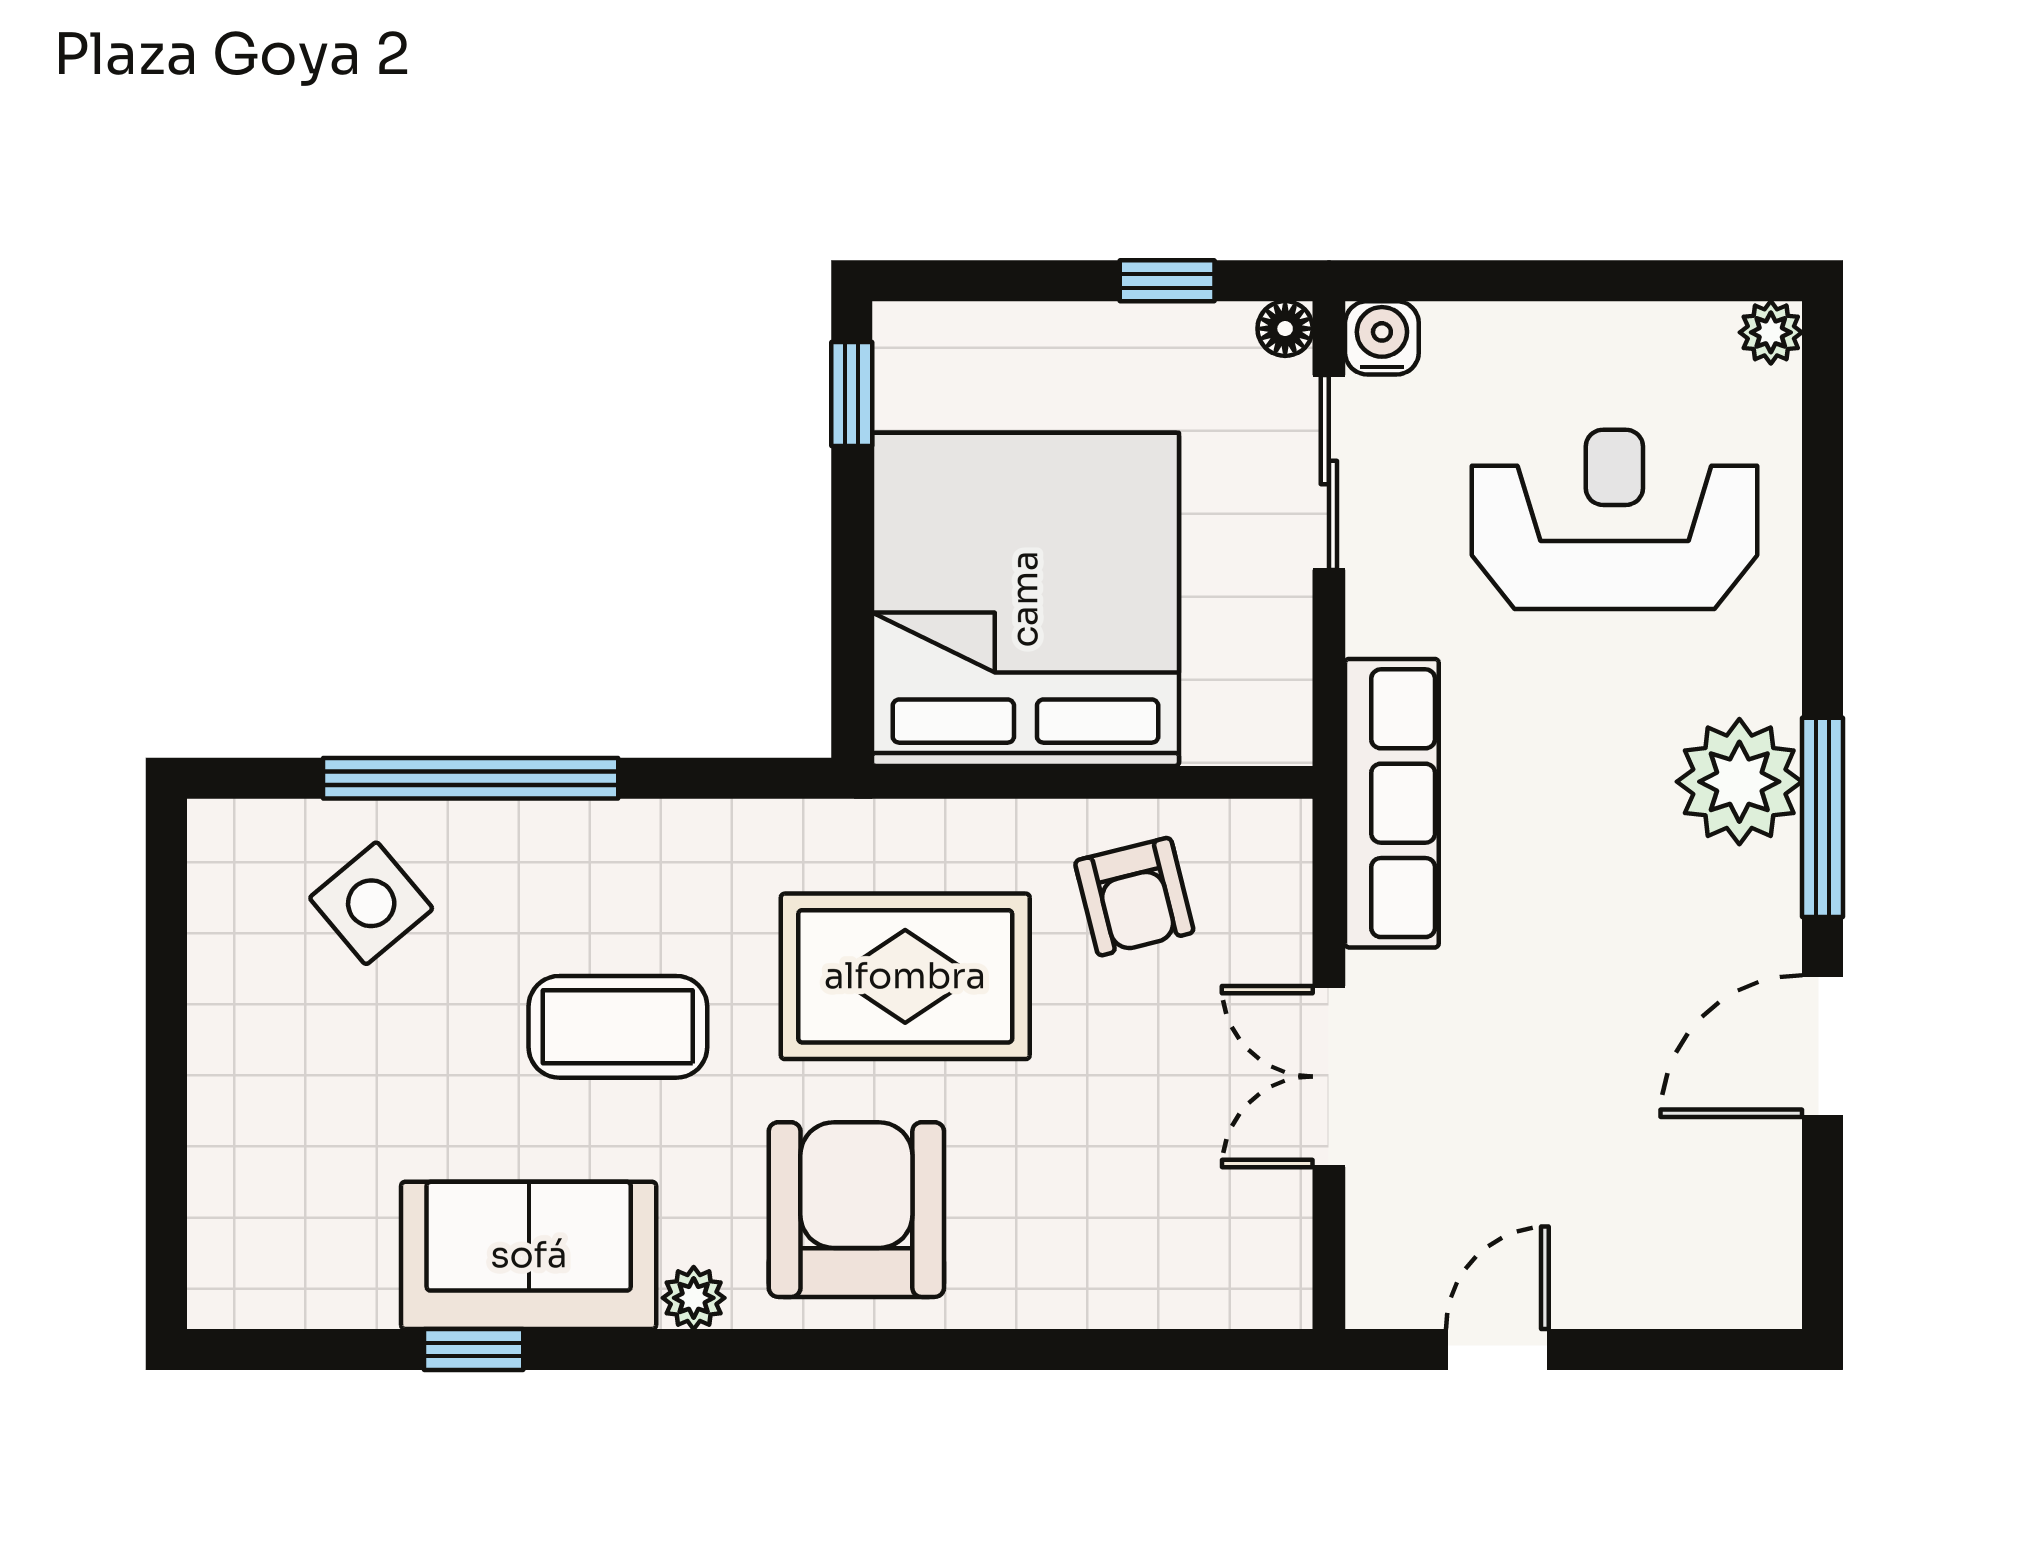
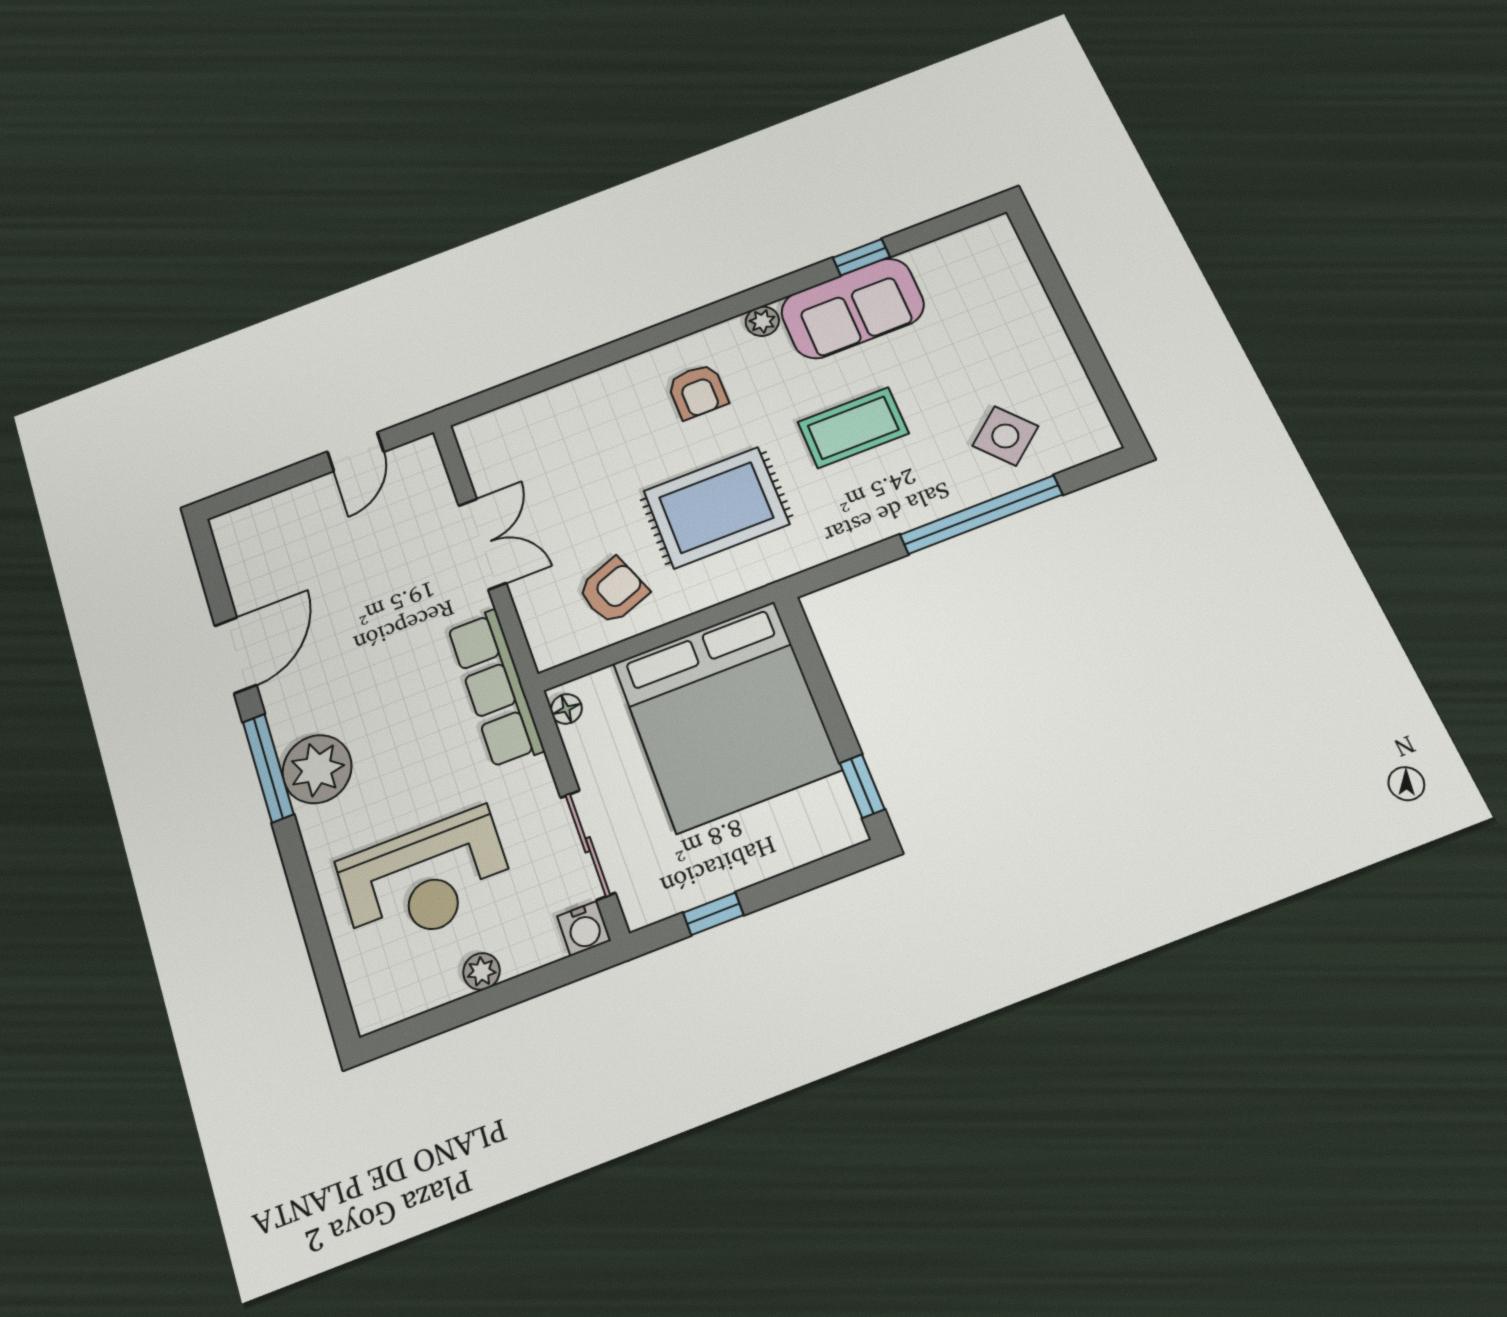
floor lamp: (1285, 329) -> (566, 709), moved
plant: (1771, 332) -> (481, 971), moved
armchair: (1134, 897) -> (613, 591), turned 83
armchair: (856, 1210) -> (698, 391), width x0.53, depth x0.53

